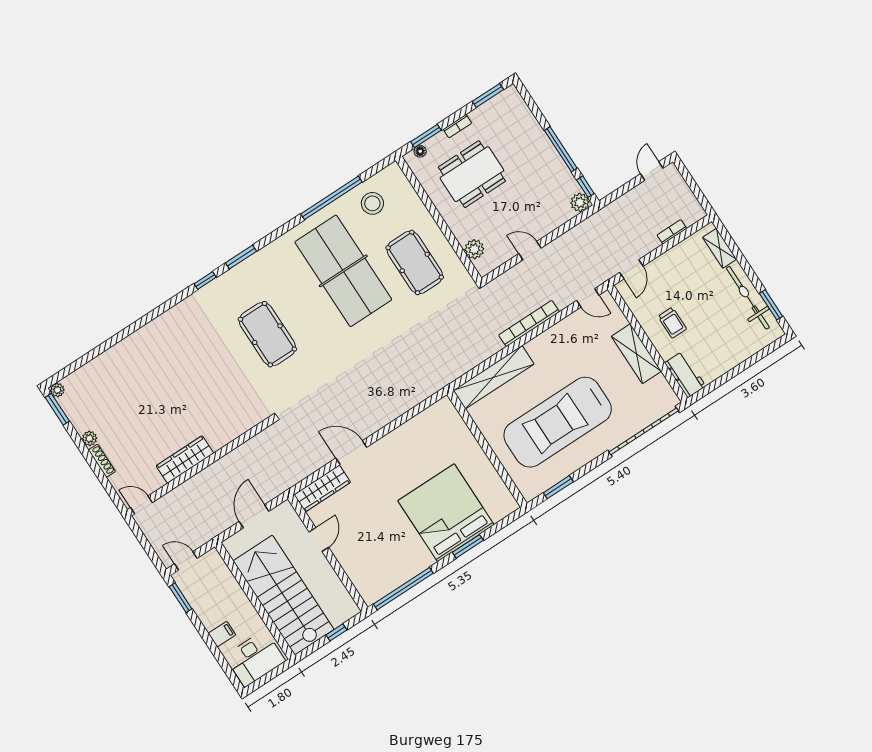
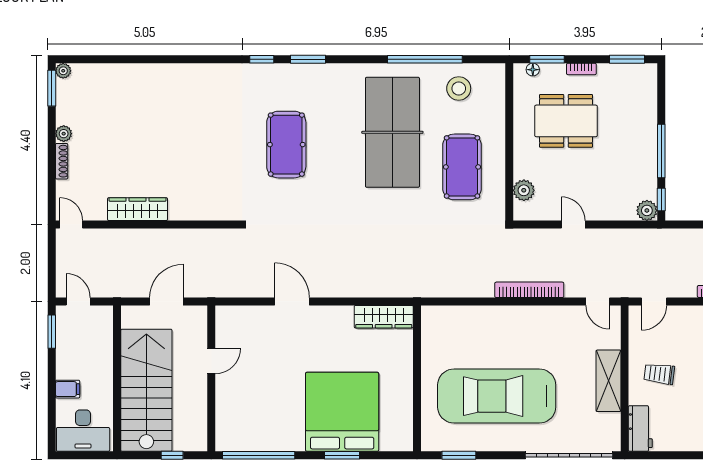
trolley: (672, 323) -> (659, 374), turned 97
shelving: (494, 377) -> (465, 317), removed
wardrobe: (322, 488) -> (384, 317), moved

